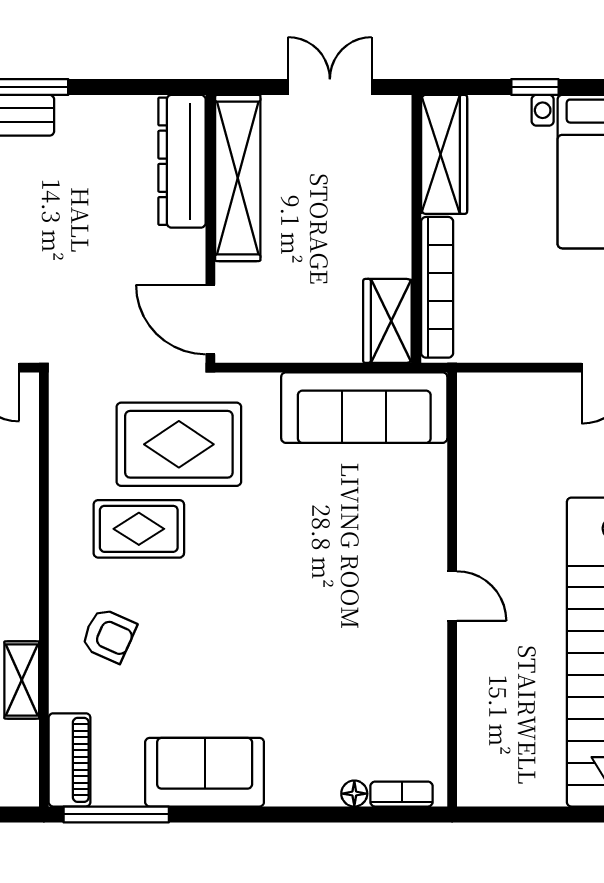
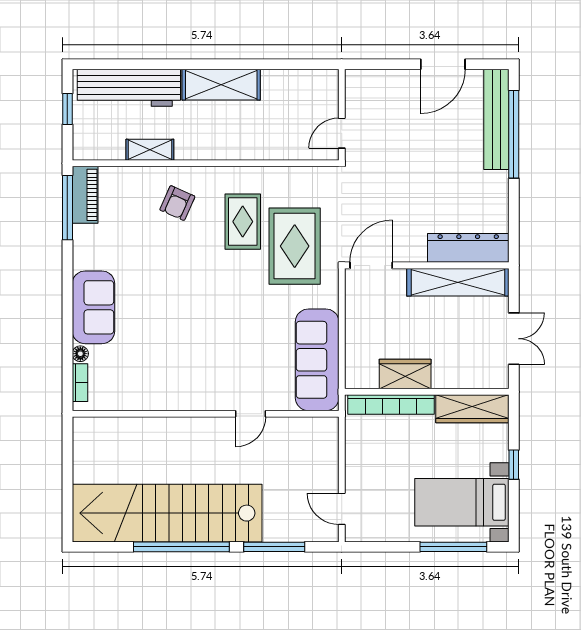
wardrobe: (387, 321) -> (405, 374), moved
door: (452, 596) -> (250, 414), moved
piano: (70, 760) -> (85, 195), moved, turned -90
sofa: (205, 772) -> (93, 307), moved

